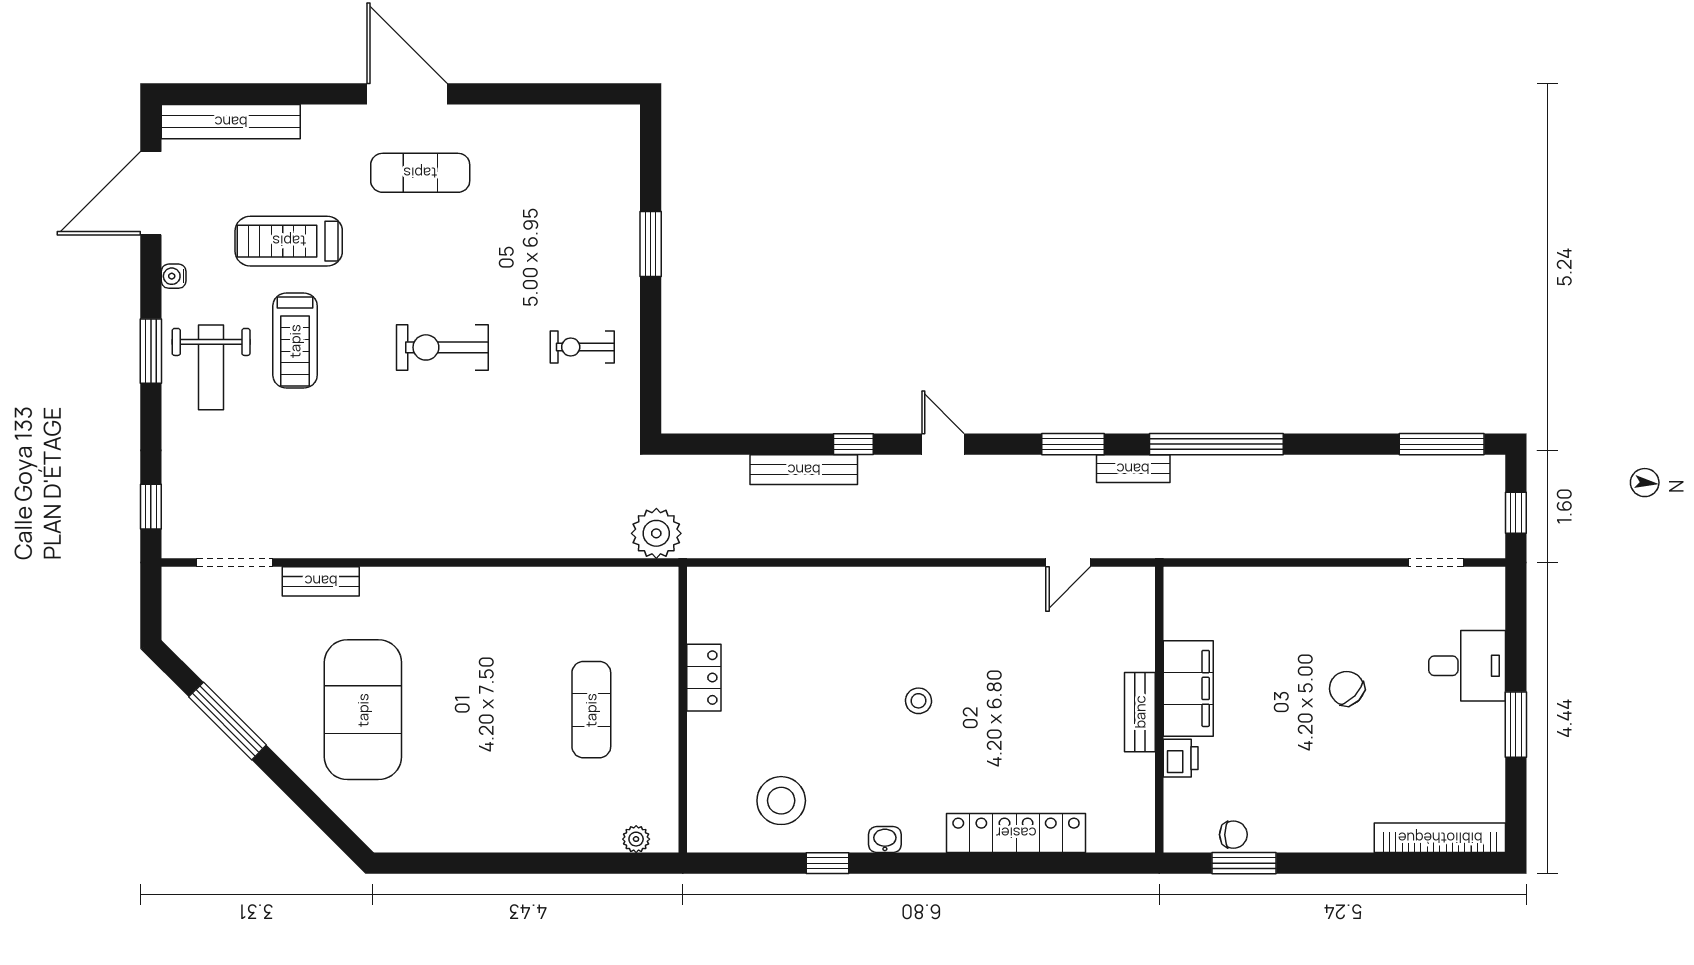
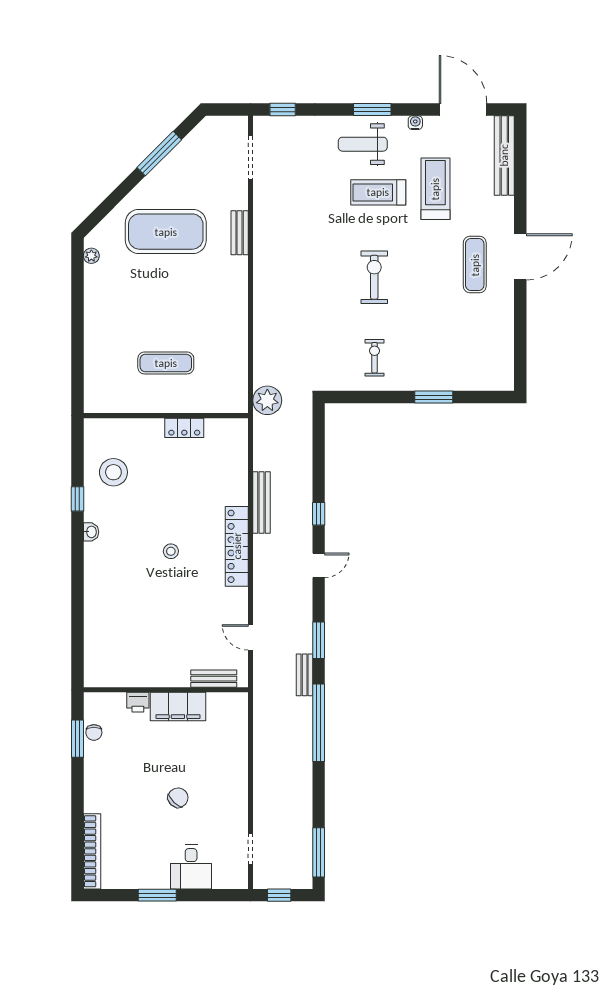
bench: (804, 470) -> (262, 502), moved
bench: (321, 581) -> (240, 233), moved
bench: (1140, 712) -> (214, 679), moved
locker: (1016, 833) -> (237, 546), moved, turned 180
plant: (636, 839) -> (91, 256), moved

